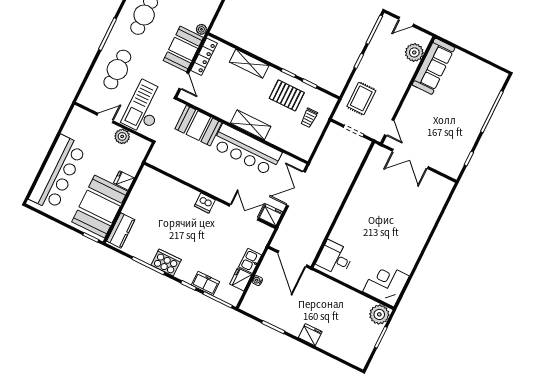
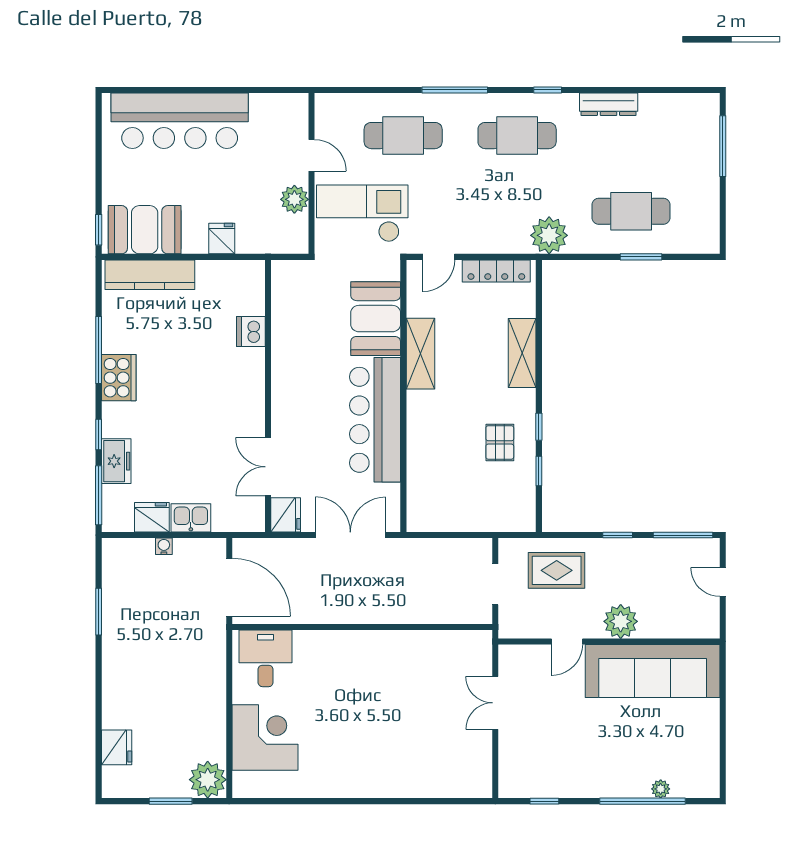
plant: (201, 29) -> (549, 235), width x1.87, depth x1.87
booth: (183, 49) -> (492, 230), removed
plant: (414, 52) -> (621, 621), moved
sofa: (434, 66) -> (653, 671), width x1.36, depth x1.27
pallet: (287, 95) -> (500, 442), width x0.67, depth x0.71
plant: (490, 100) -> (661, 789), added
trolley: (309, 118) -> (480, 498), removed
shelving: (251, 125) -> (420, 354), moved
door: (389, 128) -> (567, 641), moved
double door: (410, 159) -> (495, 703), width x0.73
dishwasher: (205, 203) -> (251, 331), moved
booth: (100, 207) -> (145, 230), width x0.73, depth x0.70
double door: (244, 212) -> (268, 467), swing flipped
kitchen counter: (121, 230) -> (150, 275), width x1.50
door: (292, 259) -> (229, 587), swing flipped
corner desk: (386, 284) -> (265, 737), moved
fridge: (310, 335) -> (117, 747), moved

